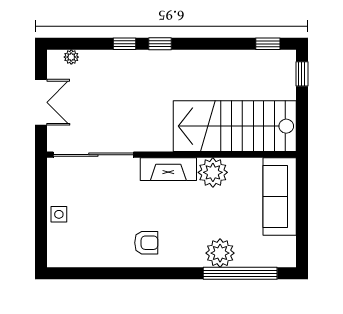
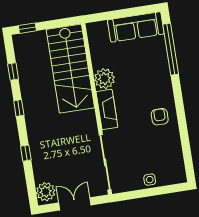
window: (160, 44) -> (19, 108), moved
window: (268, 44) -> (13, 71), moved
plant: (71, 57) -> (46, 192), width x1.88, depth x1.88
sofa: (280, 196) -> (136, 27), moved
plant: (220, 253) -> (159, 65), removed

